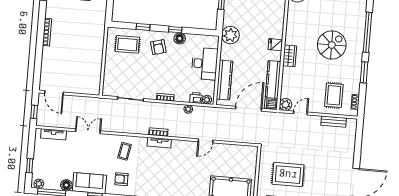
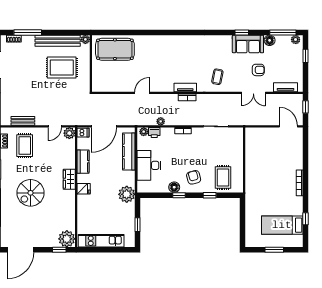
rug: (127, 44) -> (223, 178), turned 90
kitchen counter: (273, 80) -> (83, 162), width x0.67
armchair: (121, 179) -> (258, 70), moved

